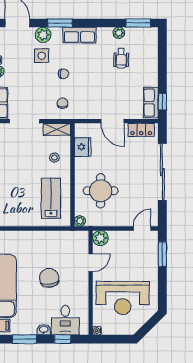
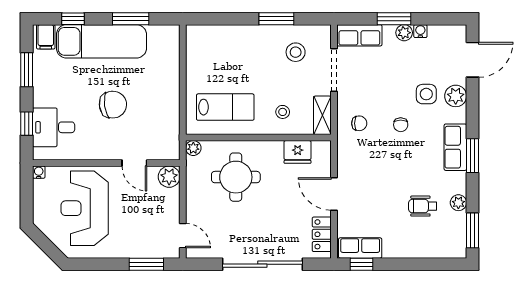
window: (60, 23) -> (472, 156), moved
door: (113, 121) -> (334, 194), hinge flipped
stool: (12, 148) -> (296, 52), added
washbasin: (44, 330) -> (40, 97), removed

